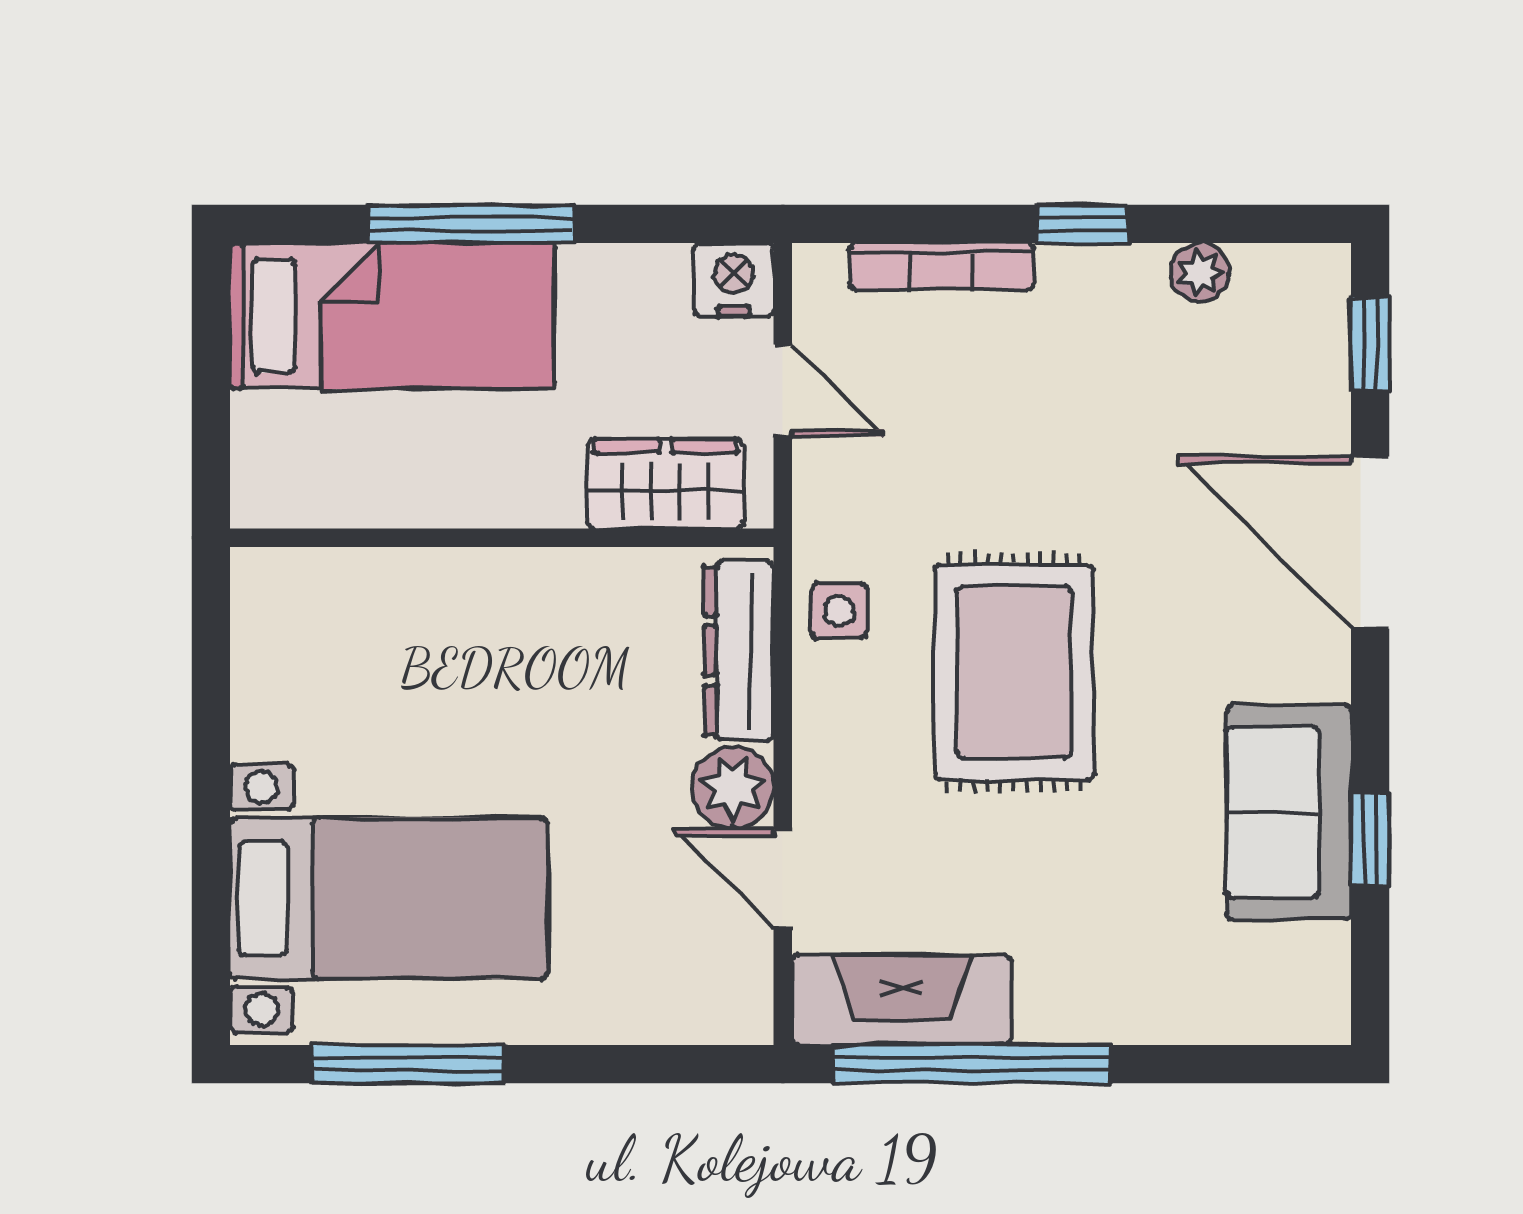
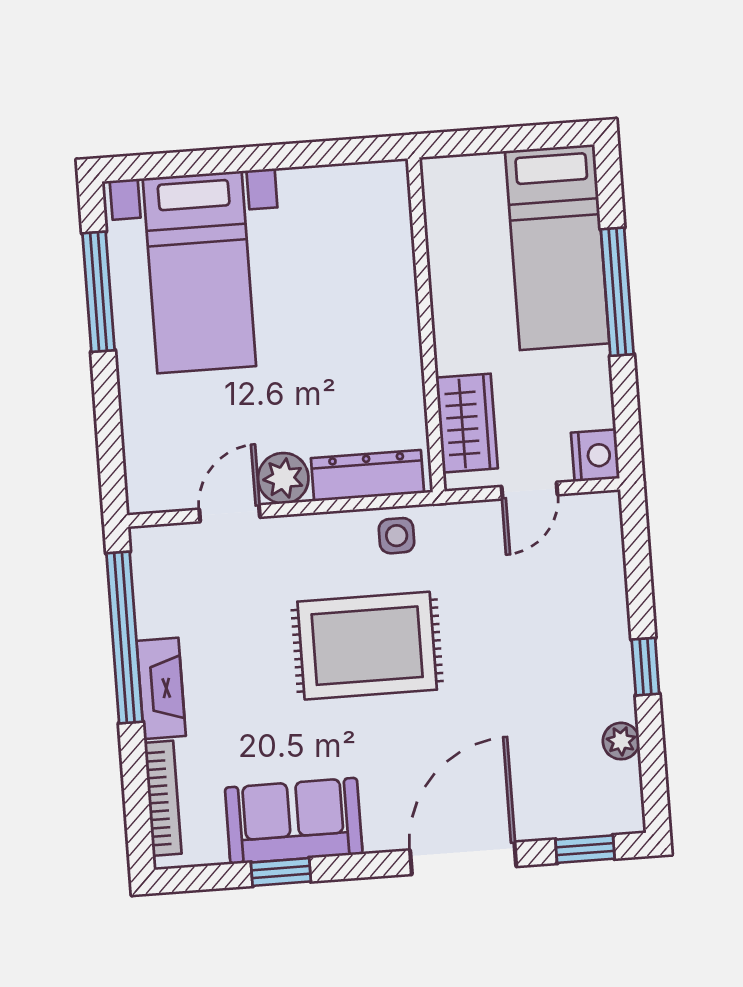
bookcase: (942, 266) -> (163, 798), moved, turned 180
fireplace: (901, 1000) -> (161, 688), moved, width x0.73, depth x0.76

